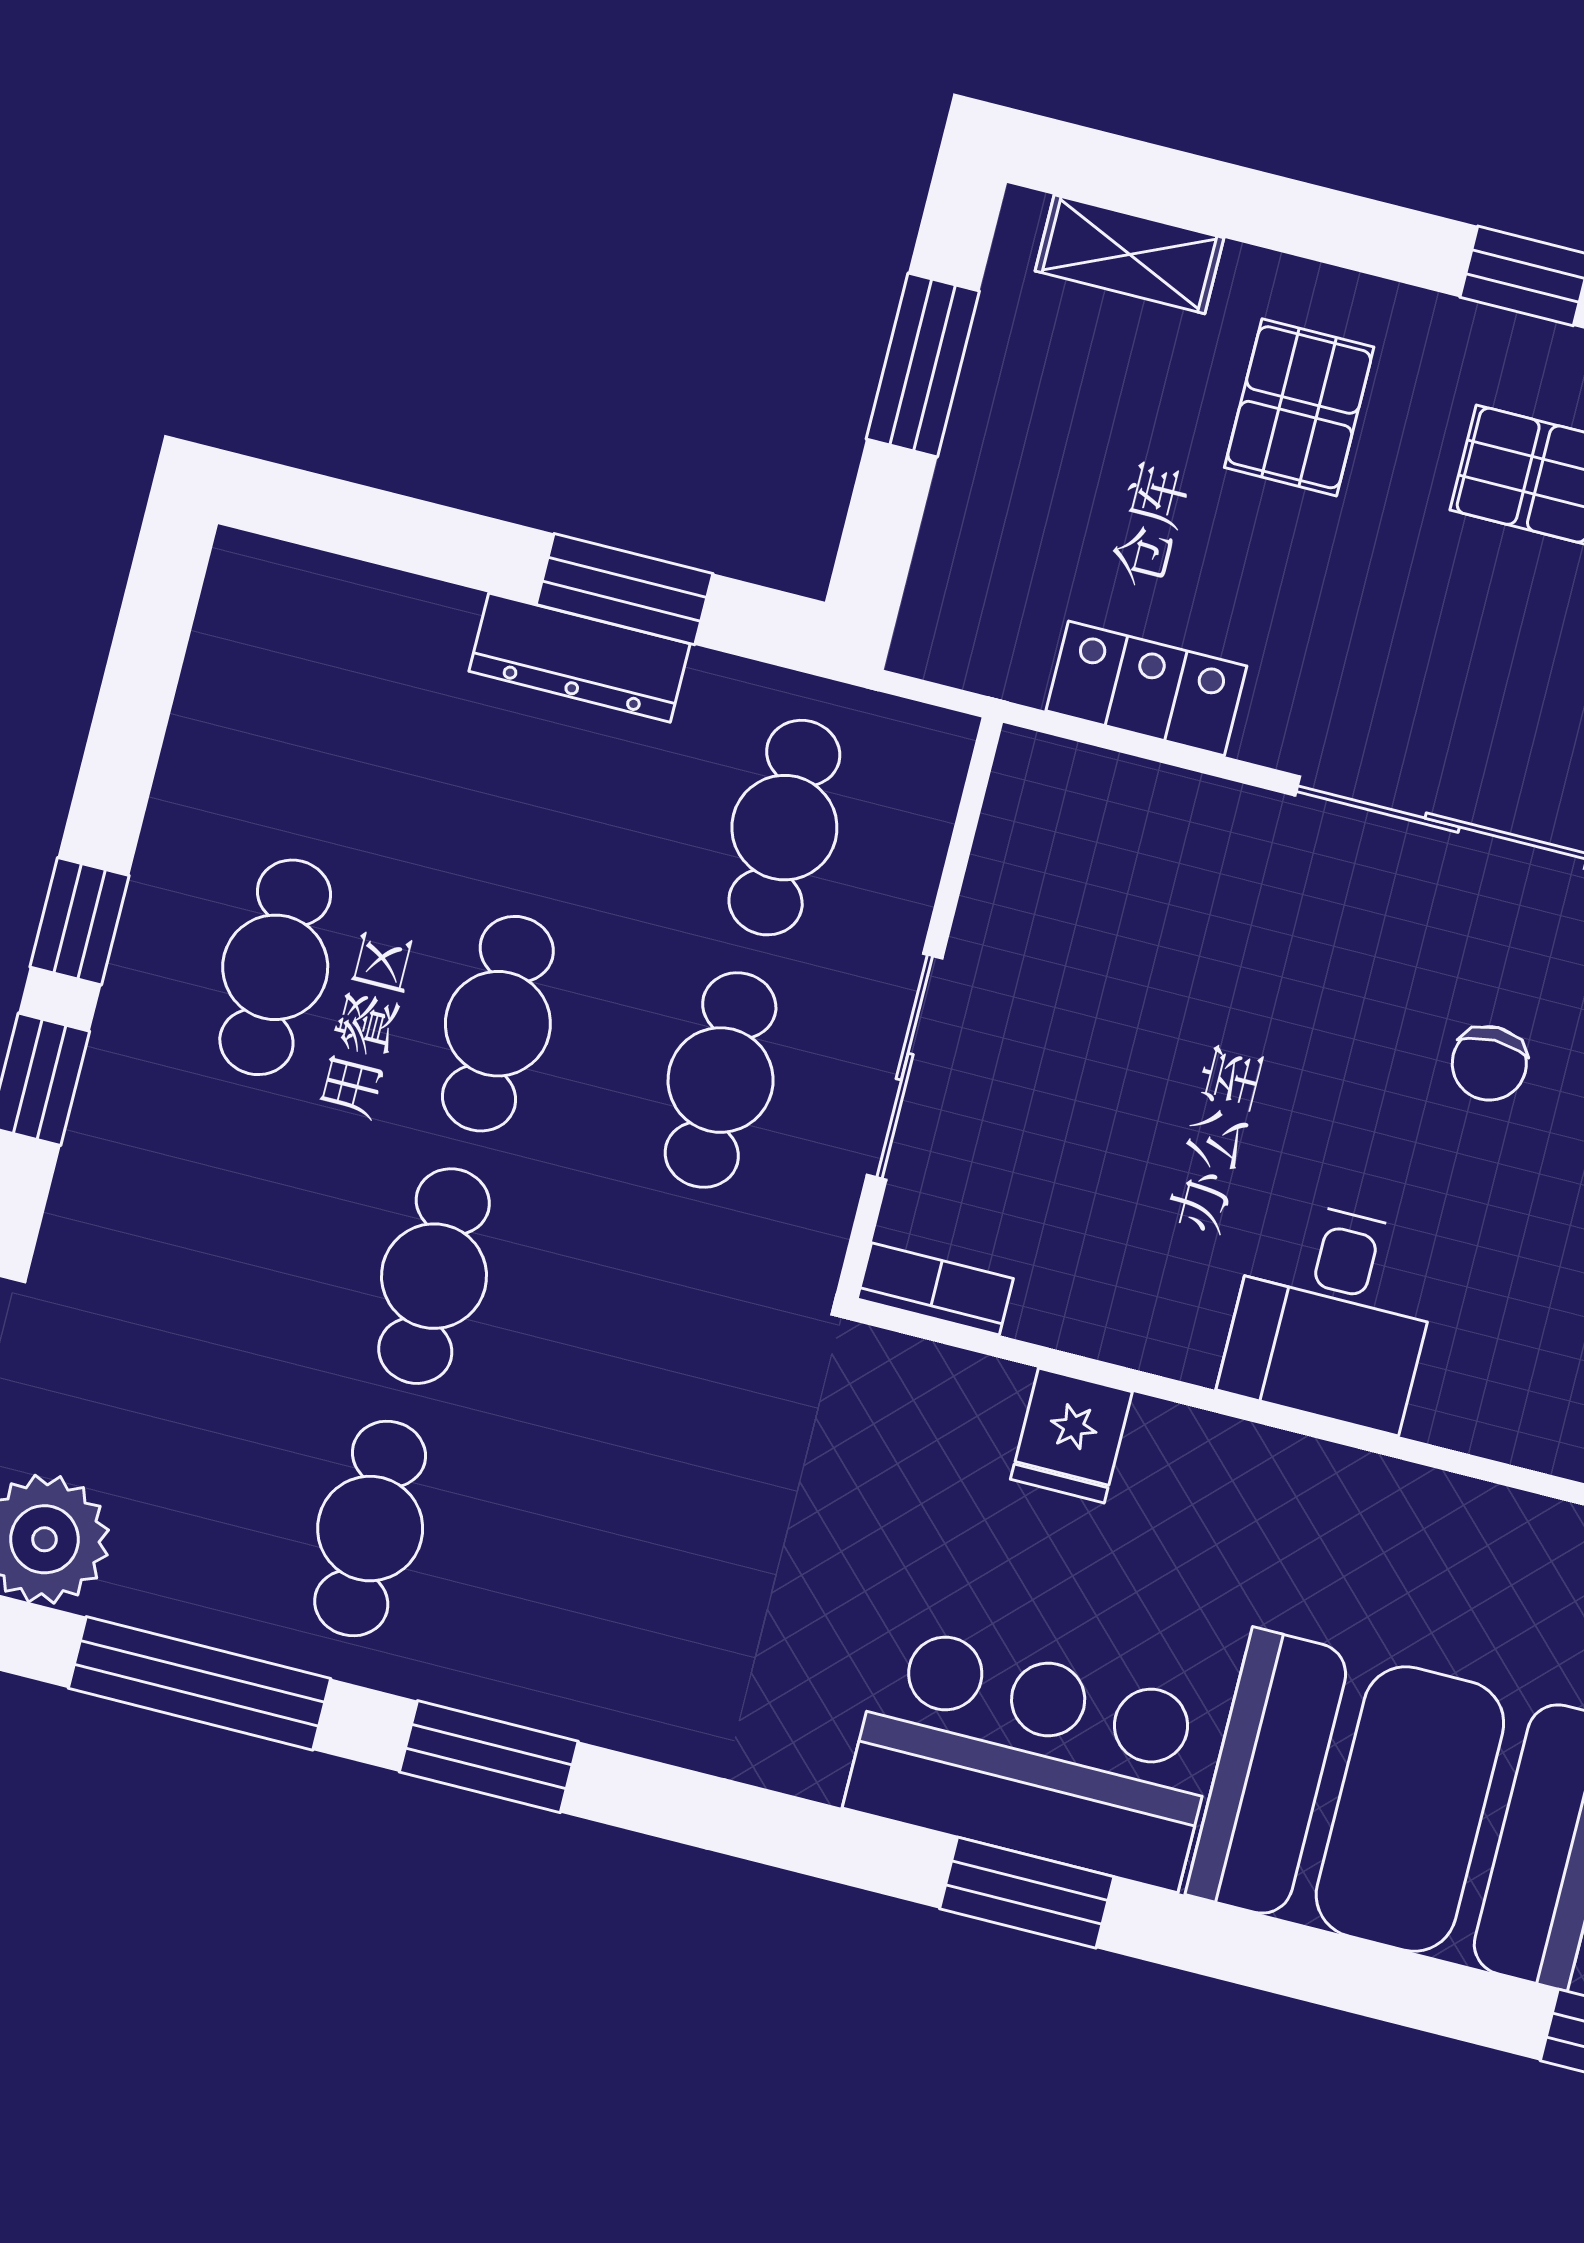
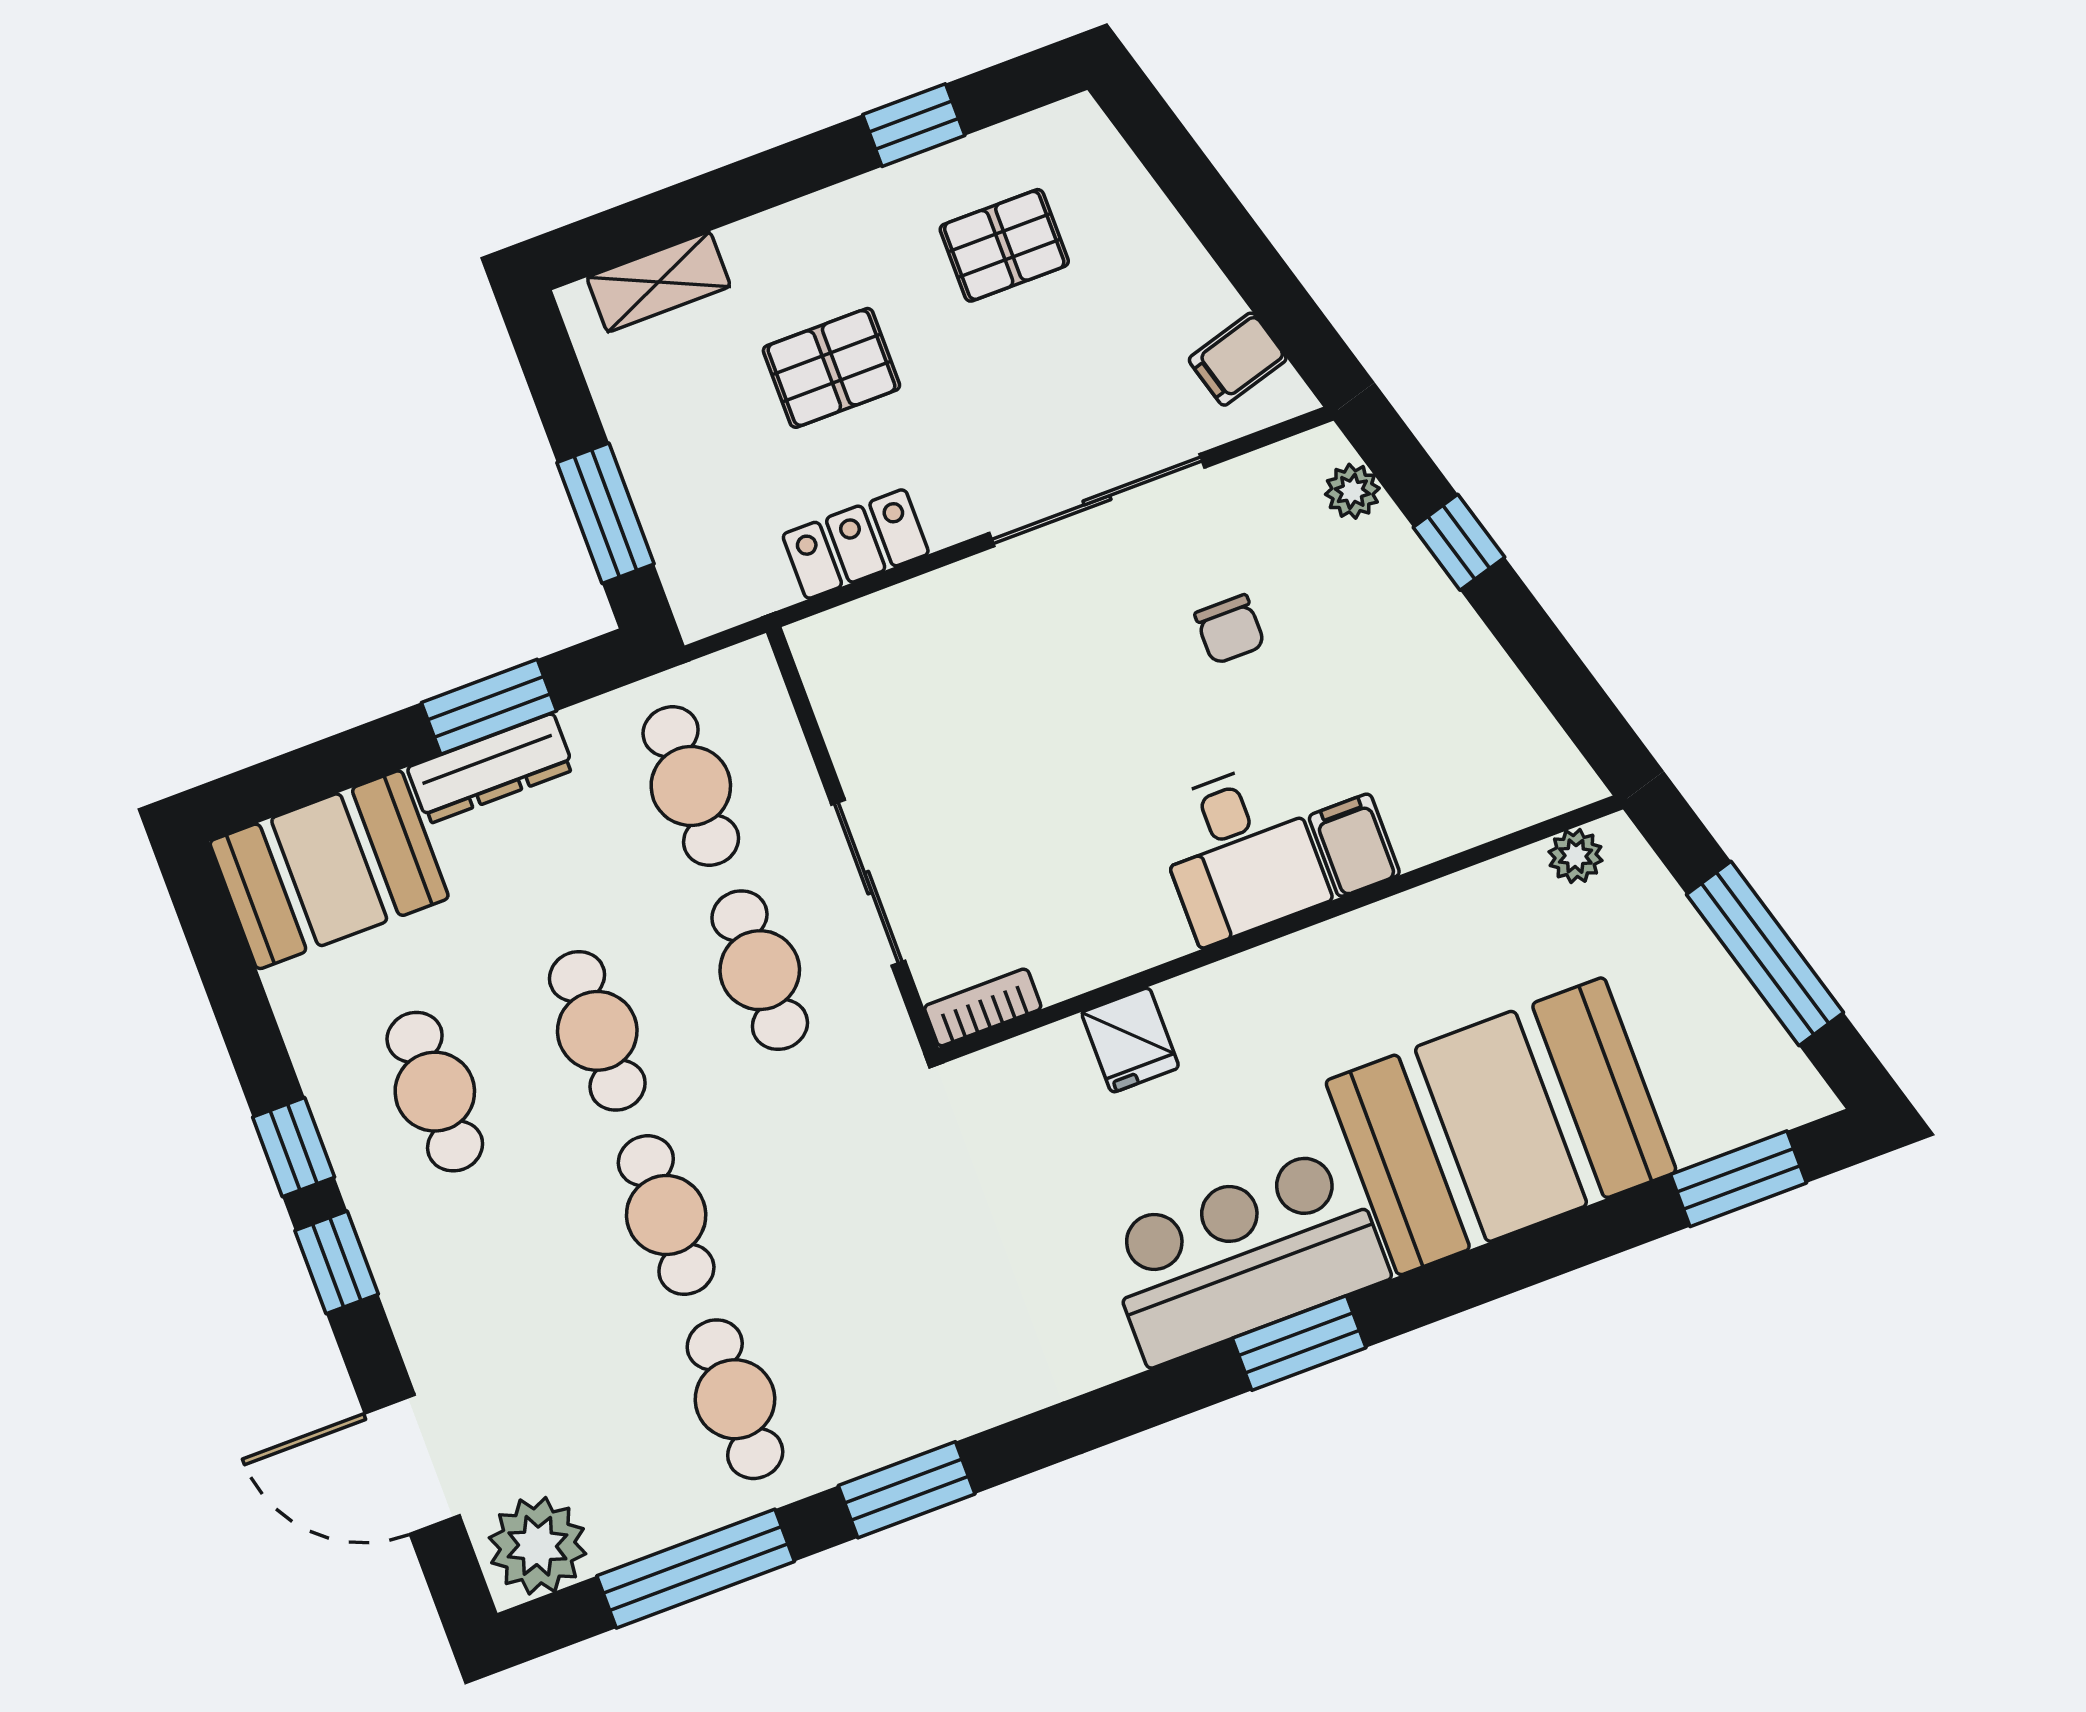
window: (923, 365) -> (606, 513), moved
pallet: (1299, 407) -> (831, 368), moved, turned 90
booth: (327, 646) -> (329, 870), added
filing cabinet: (1462, 1392) -> (1354, 845), added

